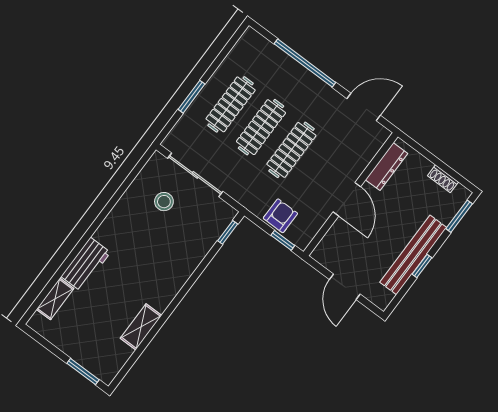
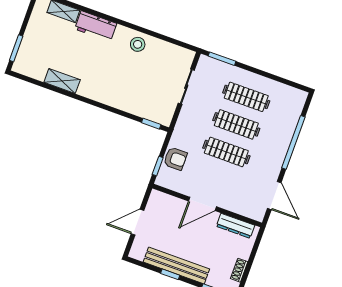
window: (191, 97) -> (222, 59), moved
sliding door: (195, 175) -> (186, 87), width x0.73
stool: (164, 202) -> (138, 44), moved

